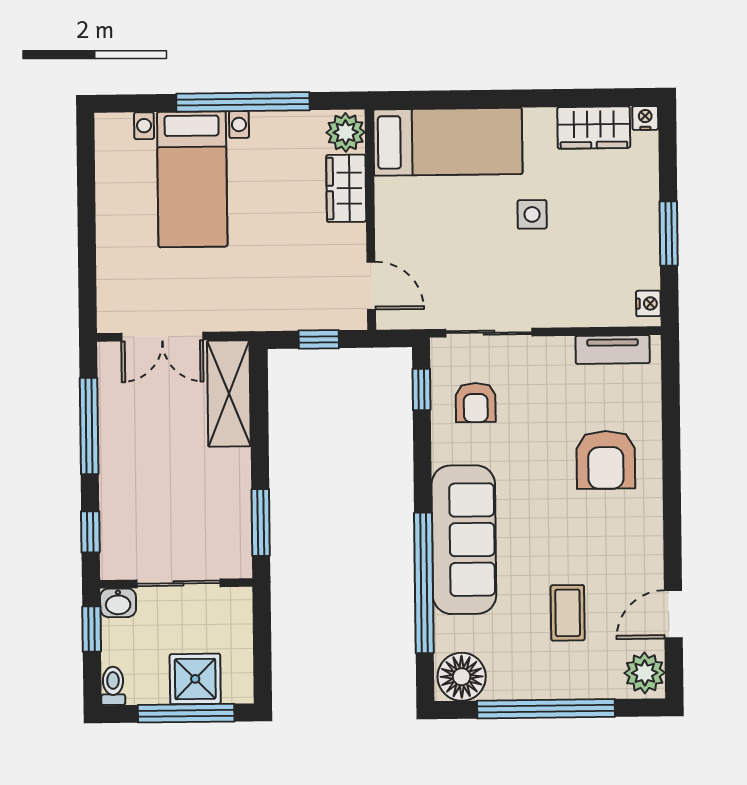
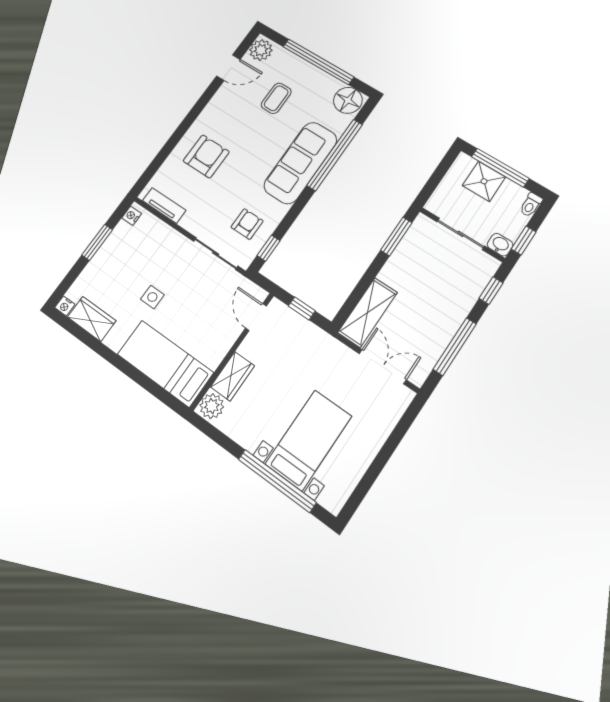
window: (243, 102) -> (277, 481), moved

